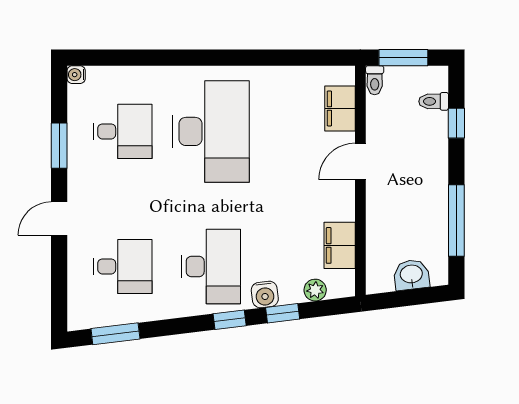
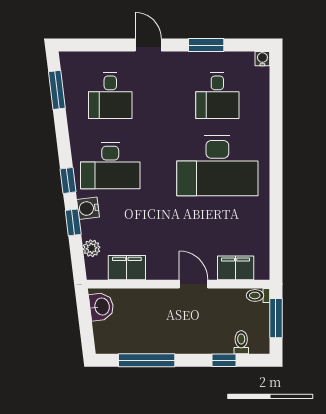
washbasin: (411, 275) -> (101, 307), moved

